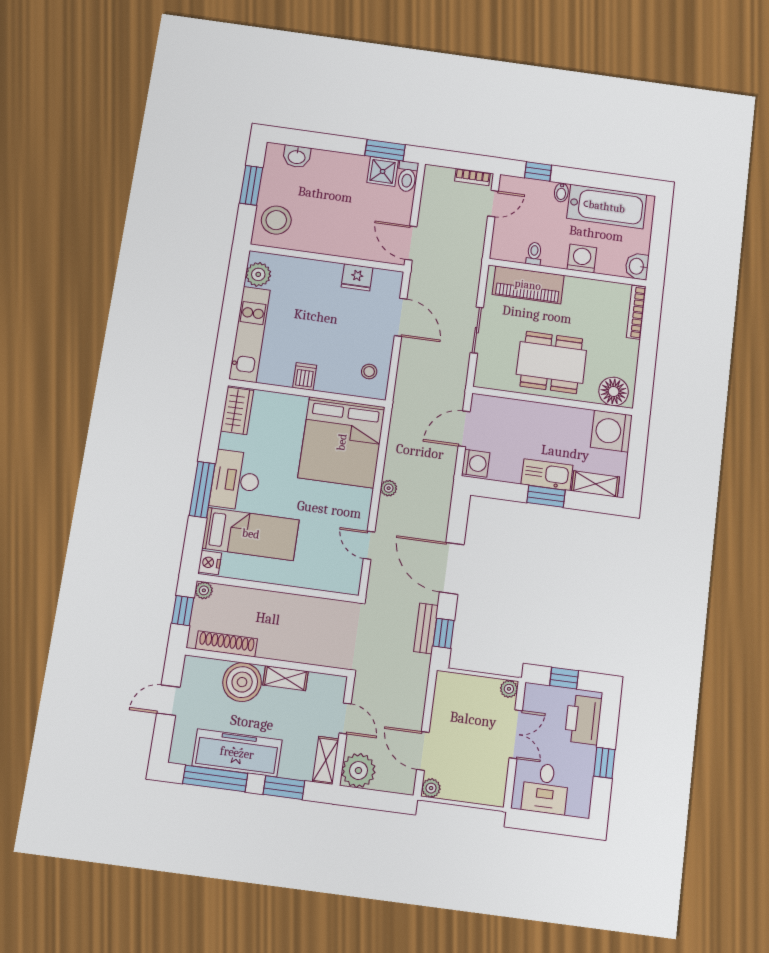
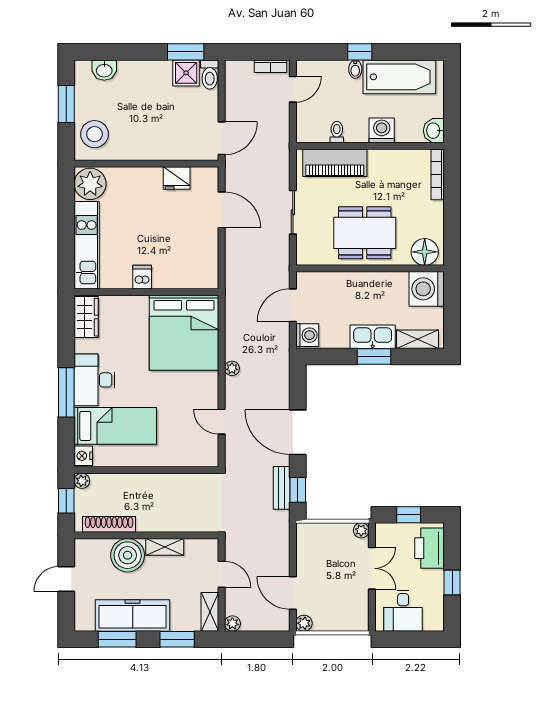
window: (538, 171) -> (360, 52), moved
door: (411, 243) -> (222, 138), swing flipped
plant: (258, 274) -> (90, 184), width x1.36, depth x1.36
stool: (369, 372) -> (200, 265), removed
plant: (358, 771) -> (232, 624), width x0.53, depth x0.53
window: (215, 779) -> (117, 639), width x0.69

